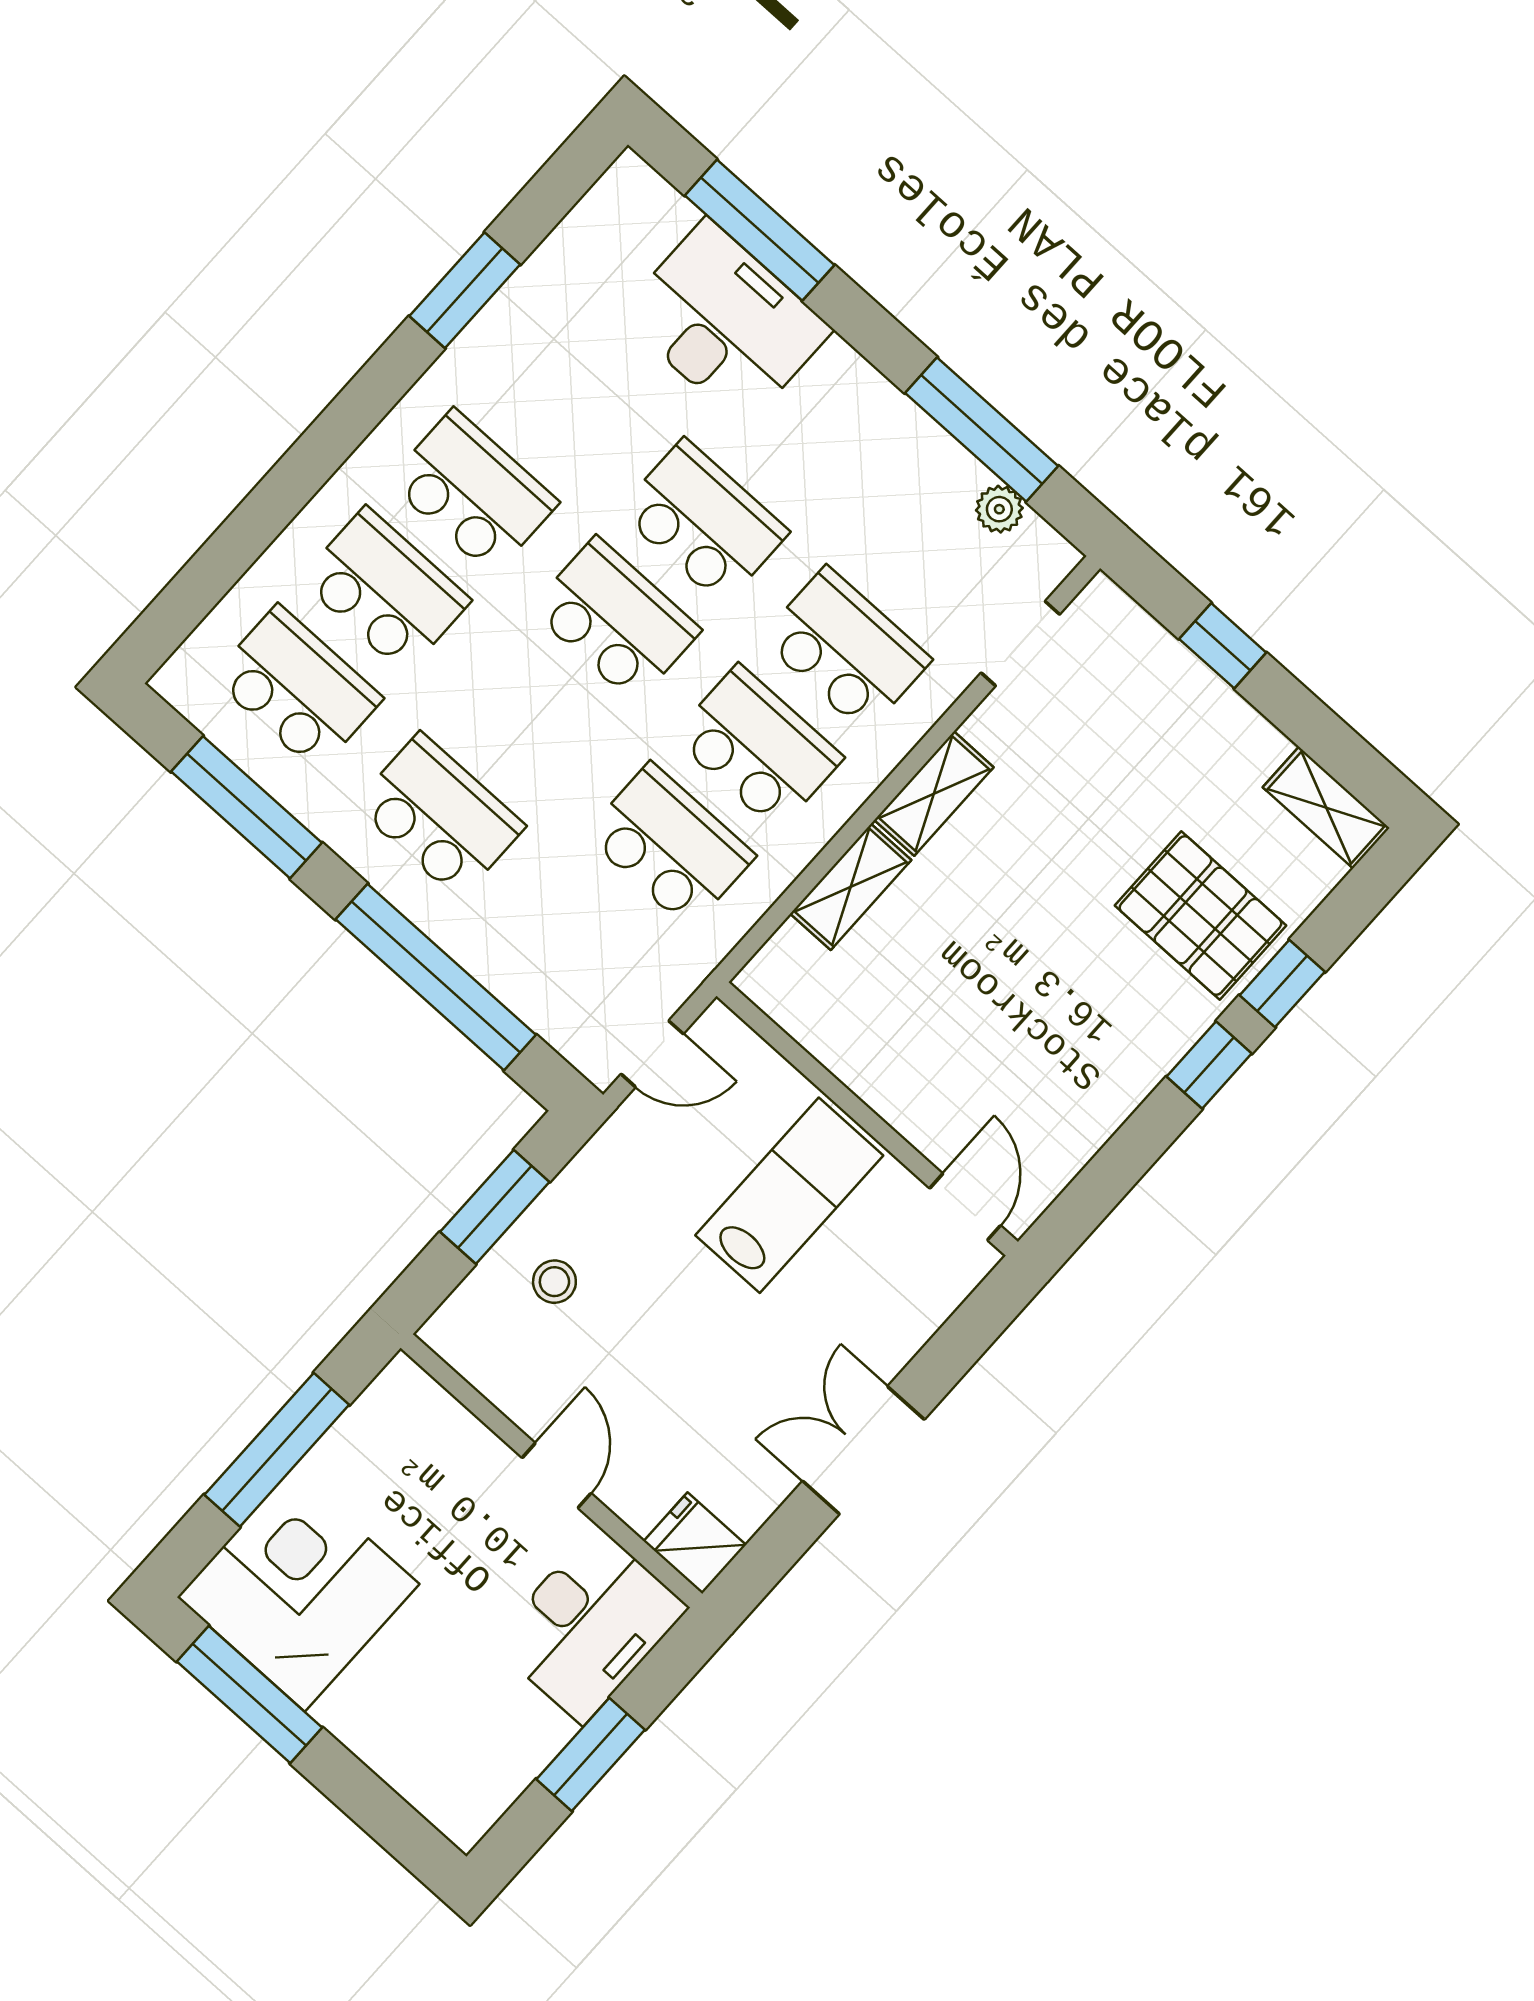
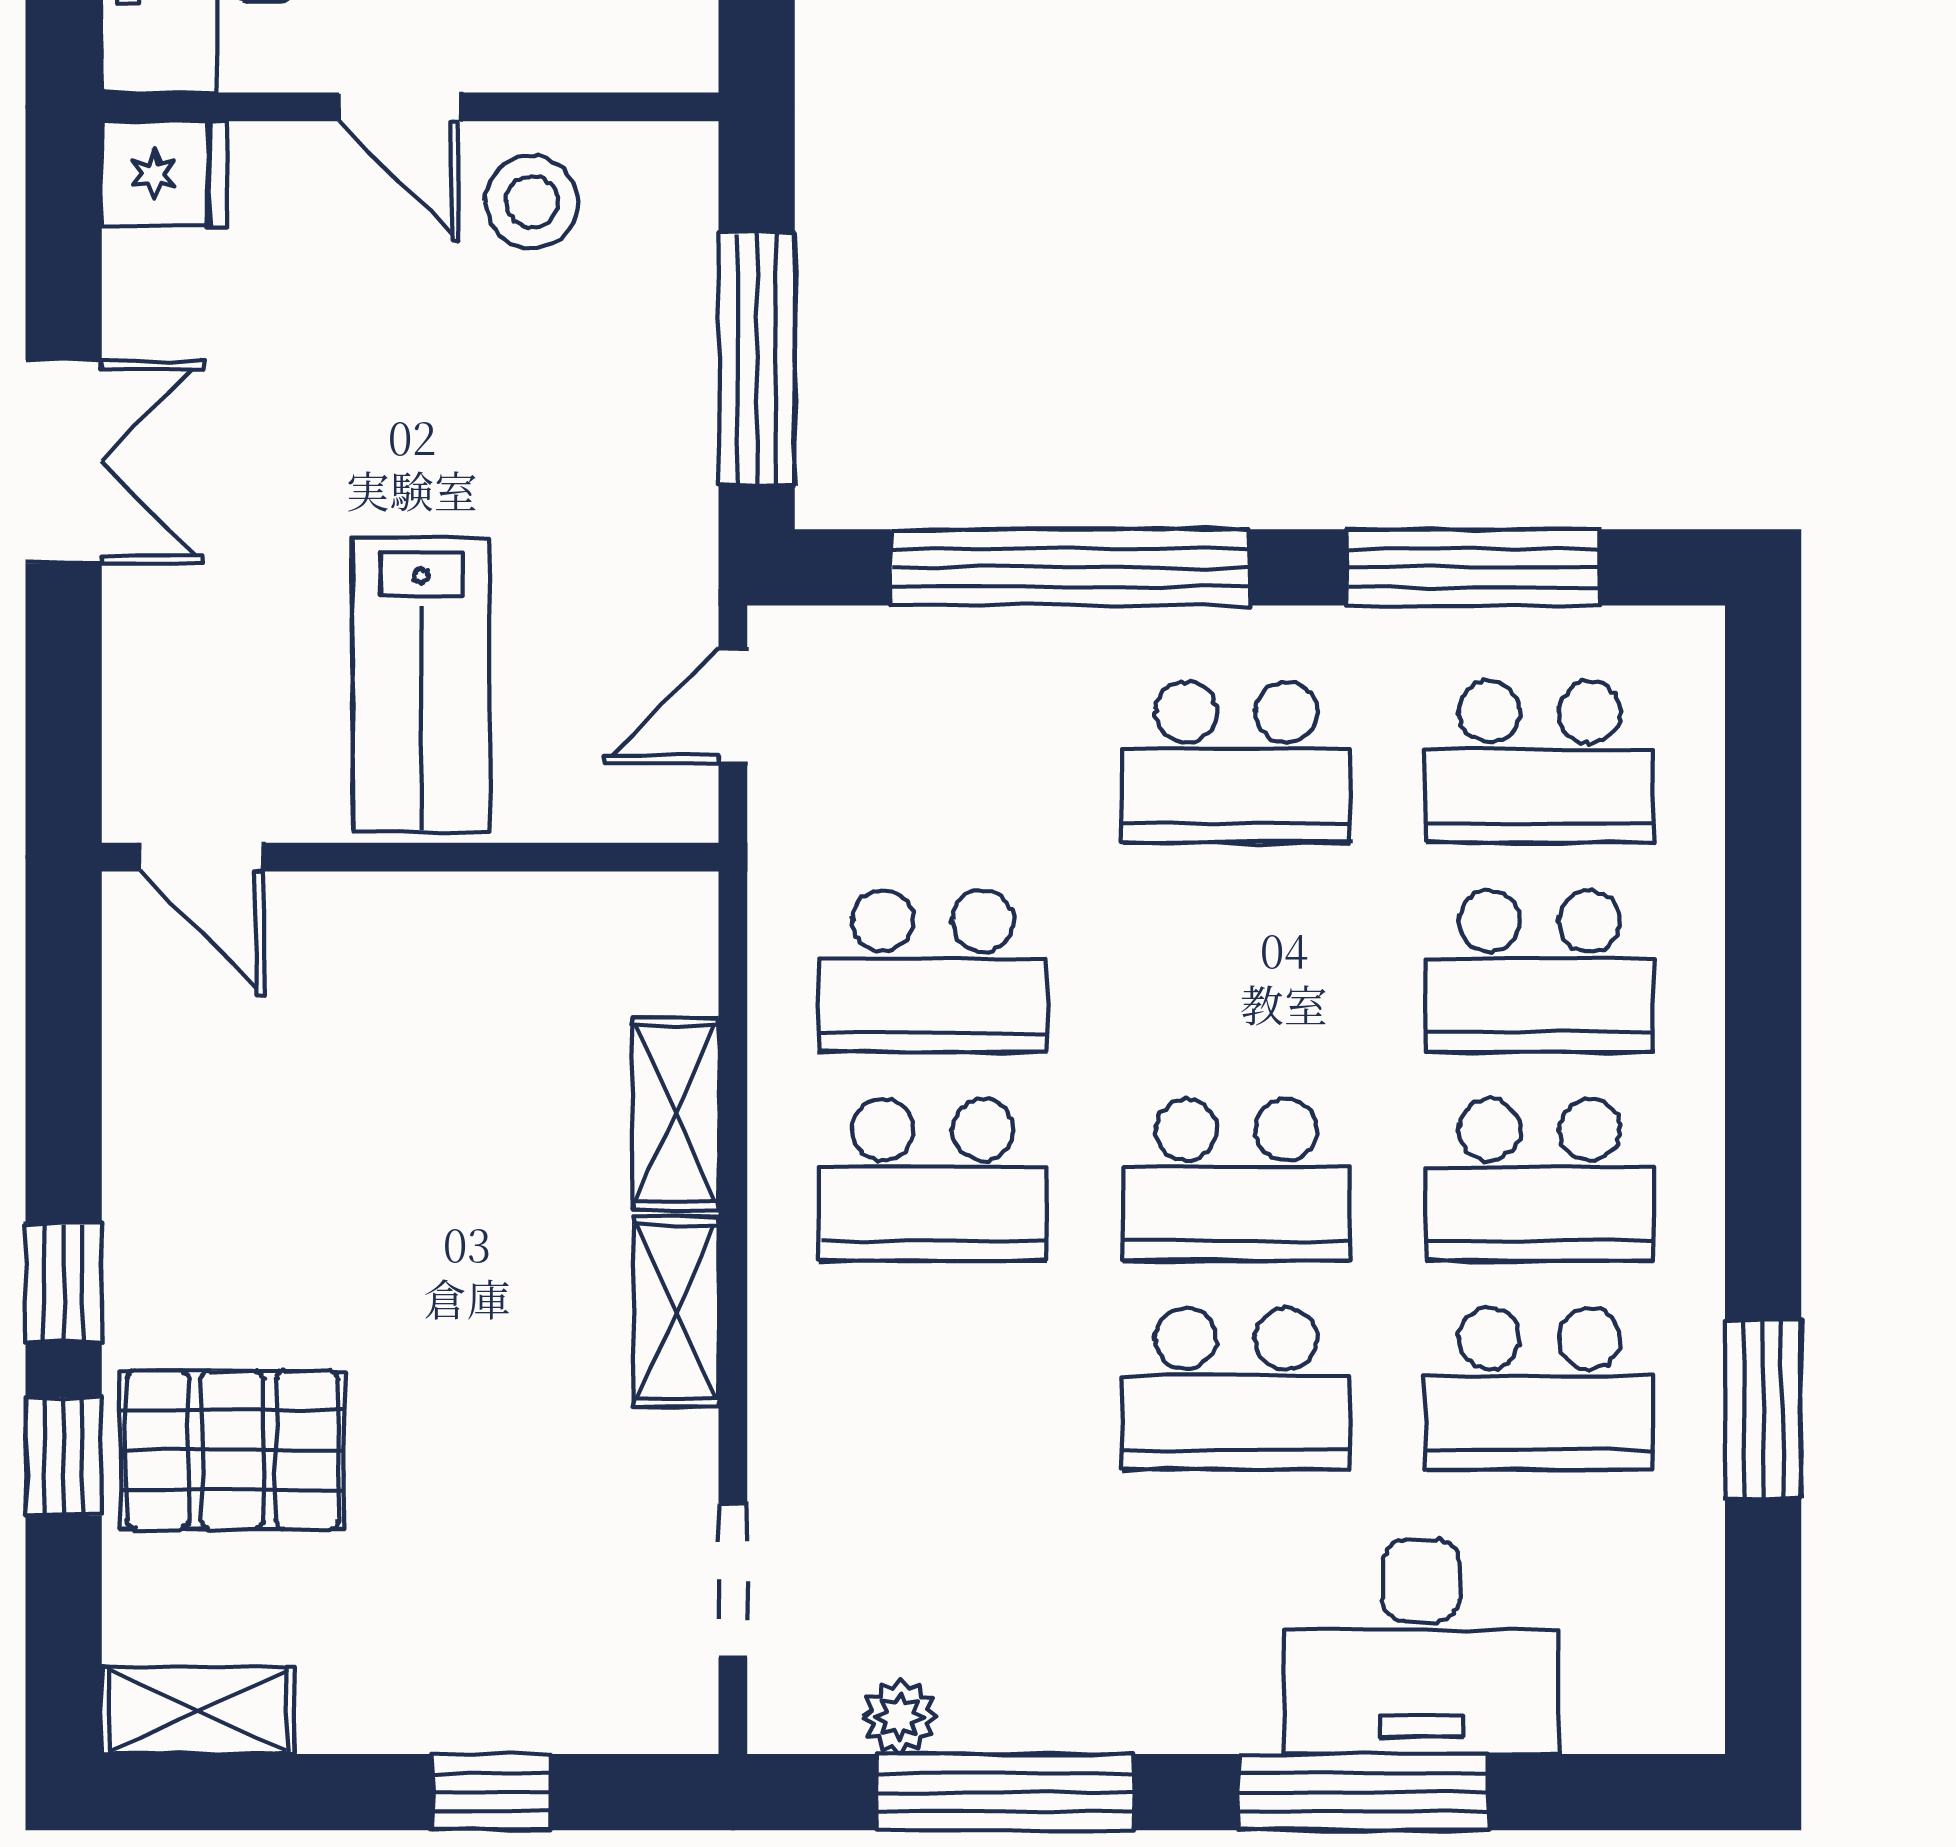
window: (760, 230) -> (1364, 1792), moved
school desk: (846, 649) -> (1539, 1389), moved
window: (495, 1207) -> (757, 359), width x1.44
stool: (554, 1282) -> (532, 202), moved, width x1.37, depth x1.37

